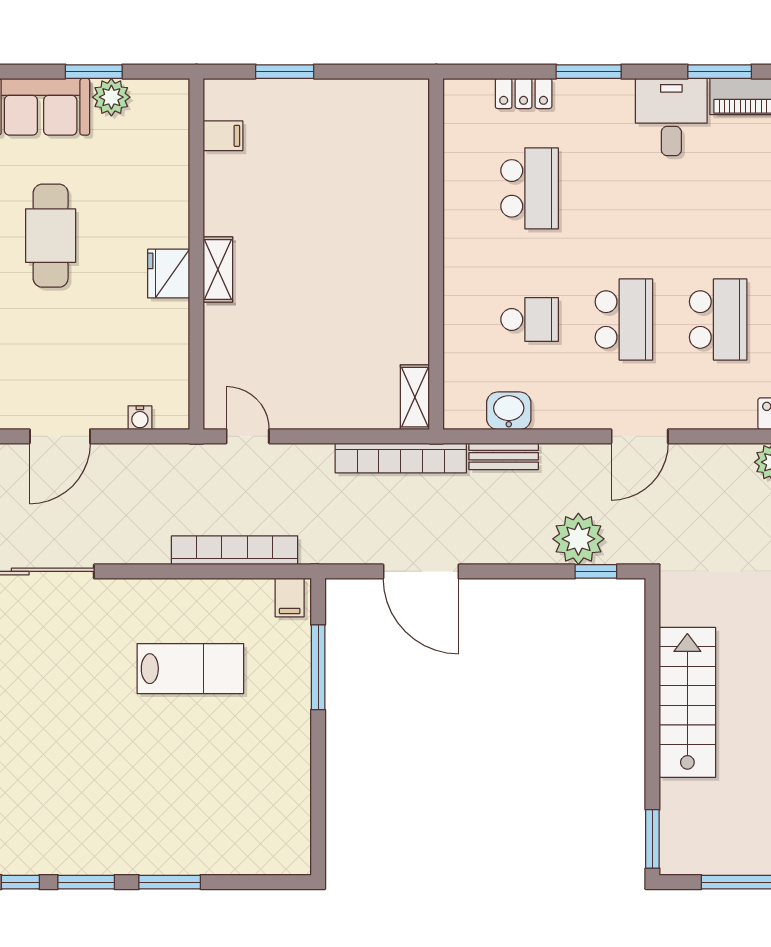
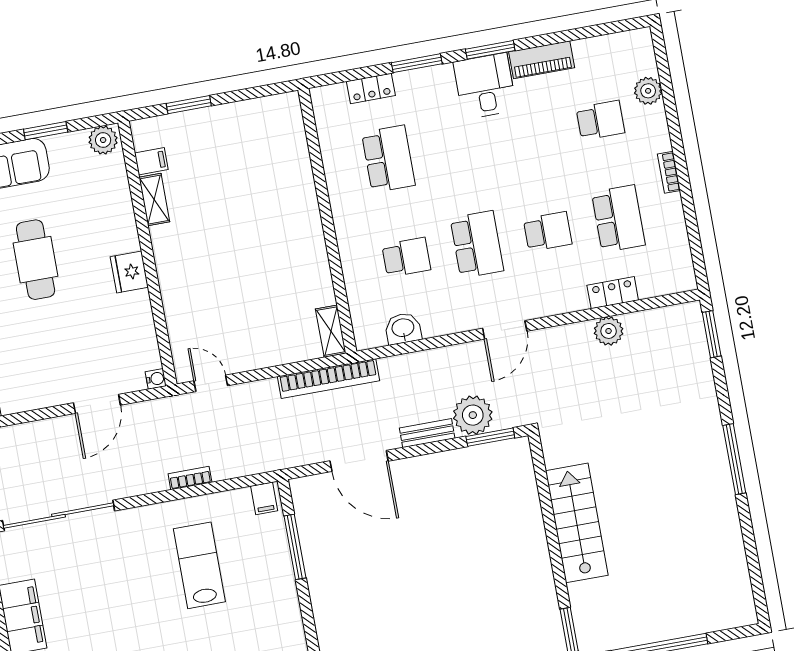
window: (720, 72) -> (490, 50), moved
plant: (111, 97) -> (103, 140), moved
shelving: (218, 270) -> (154, 200), moved
school desk: (718, 320) -> (548, 232), width x0.54
water cooler: (140, 418) -> (156, 379), moved, turned -90
door: (60, 436) -> (97, 404), moved
bench: (504, 456) -> (427, 433), moved
bookcase: (235, 550) -> (190, 478), width x0.43, depth x0.76
window: (596, 571) -> (490, 437), width x1.50
lab bench: (190, 669) -> (199, 565), turned -90

